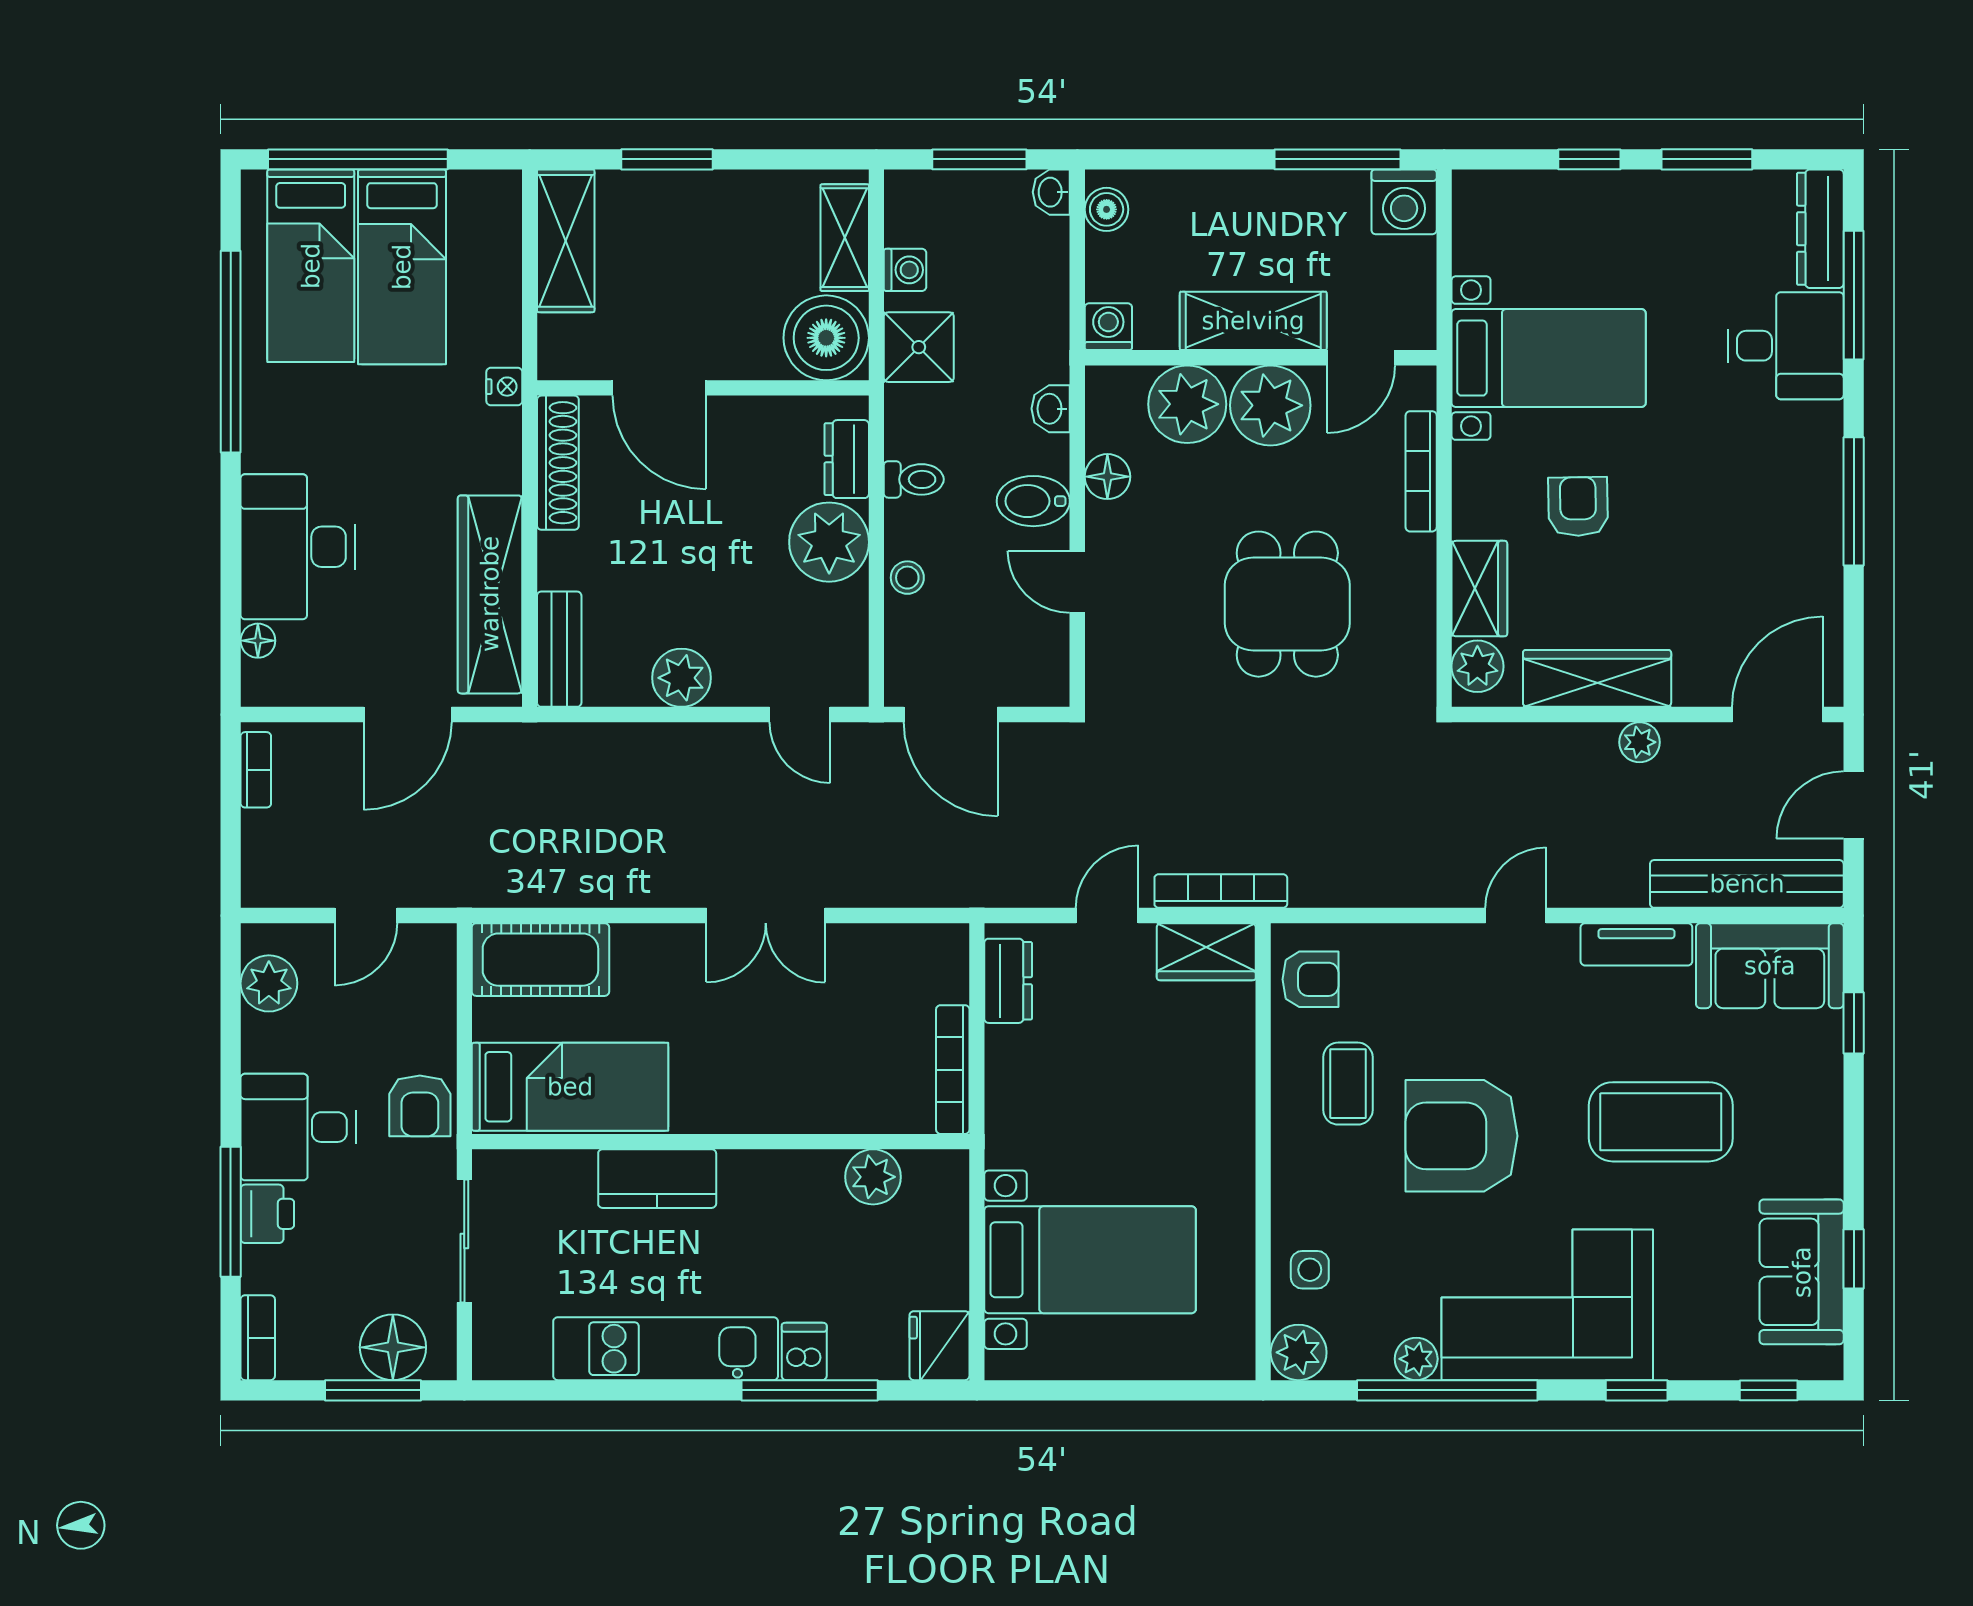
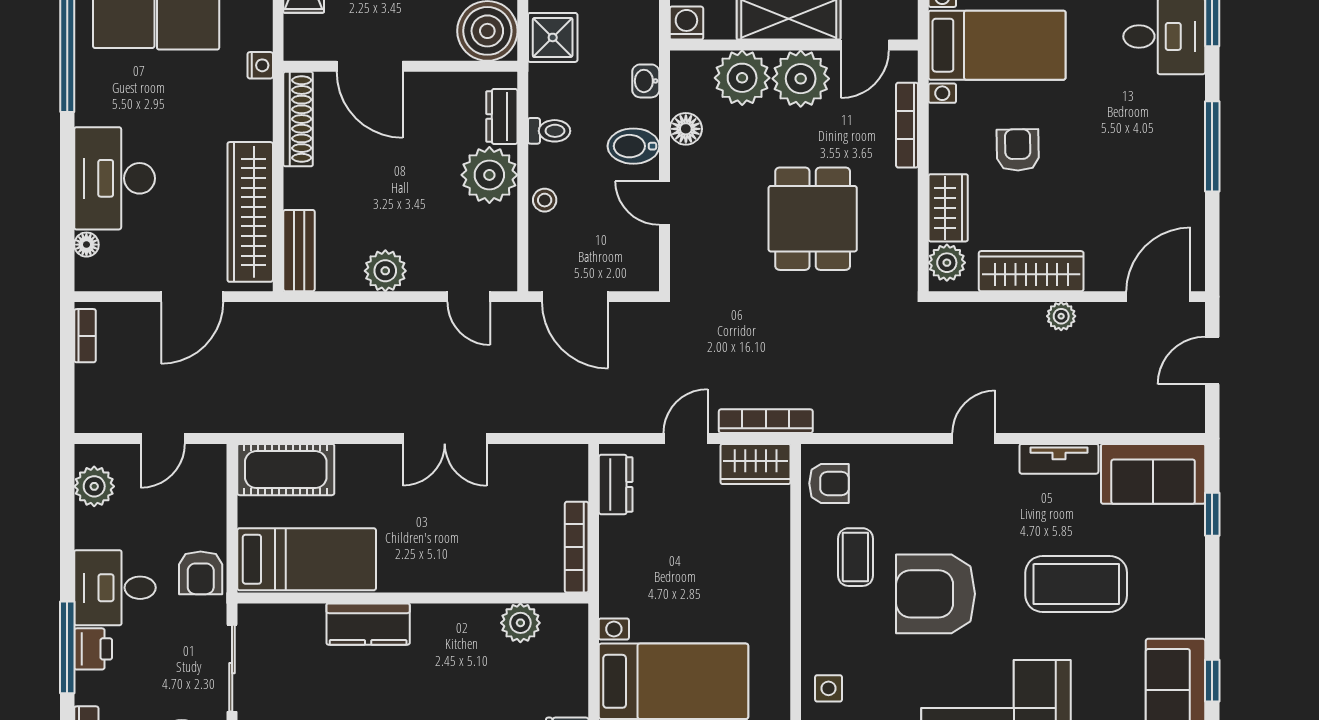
bench: (1747, 884) -> (1137, 416), removed

